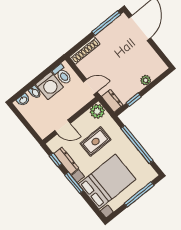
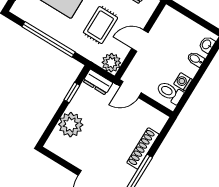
shoe rack: (85, 50) -> (143, 148), moved
plant: (146, 80) -> (71, 125), width x1.88, depth x1.88
washing machine: (49, 86) -> (183, 82), width x0.53, depth x0.53
door: (62, 127) -> (140, 41), moved

